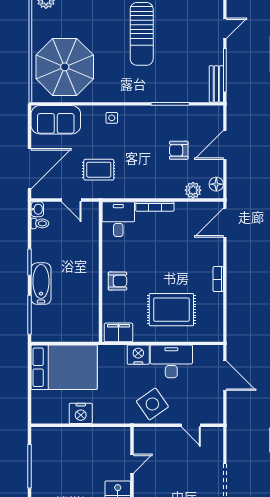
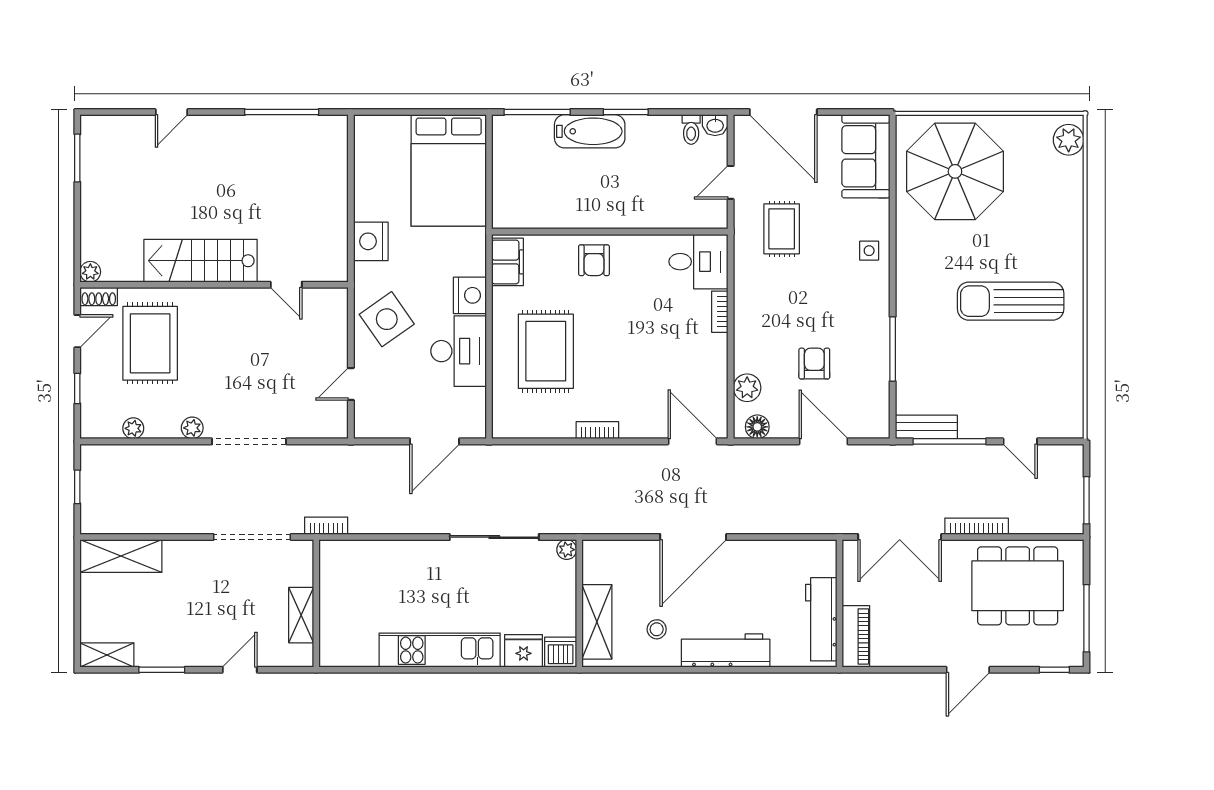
bookcase: (155, 206) -> (720, 312), width x0.64
nightstand: (81, 413) -> (371, 241), moved

